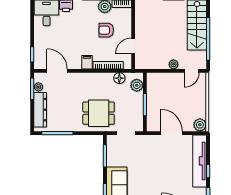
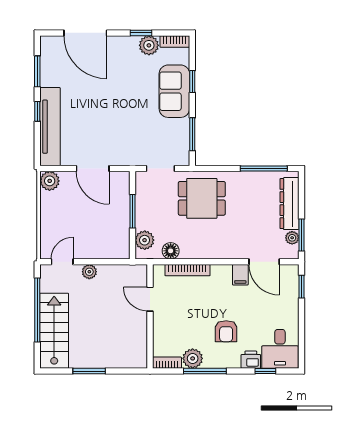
armchair: (106, 30) -> (226, 331), moved, turned 90
door: (133, 46) -> (150, 299), swing flipped
filing cabinet: (87, 62) -> (240, 275), moved

